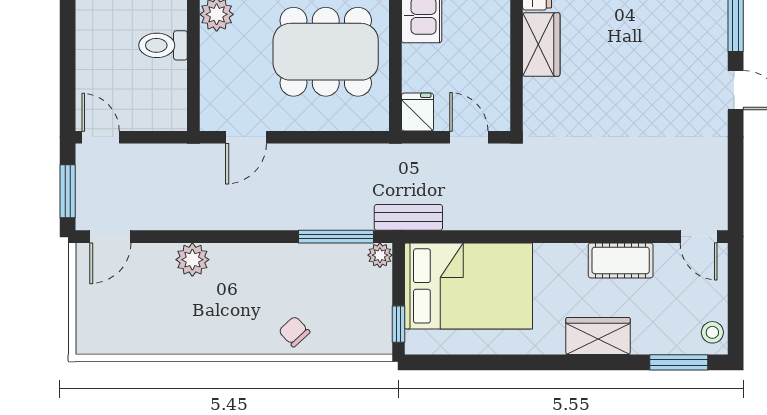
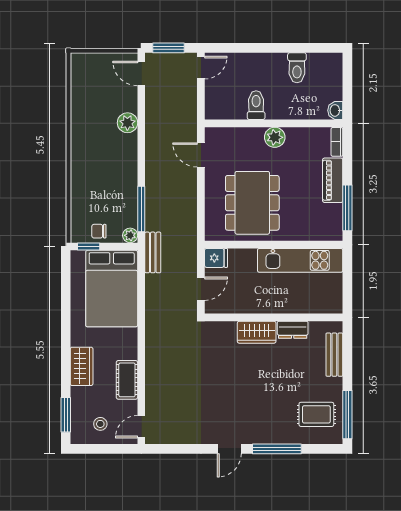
chair: (294, 331) -> (99, 231), moved, turned -137
stool: (712, 332) -> (100, 424), moved

